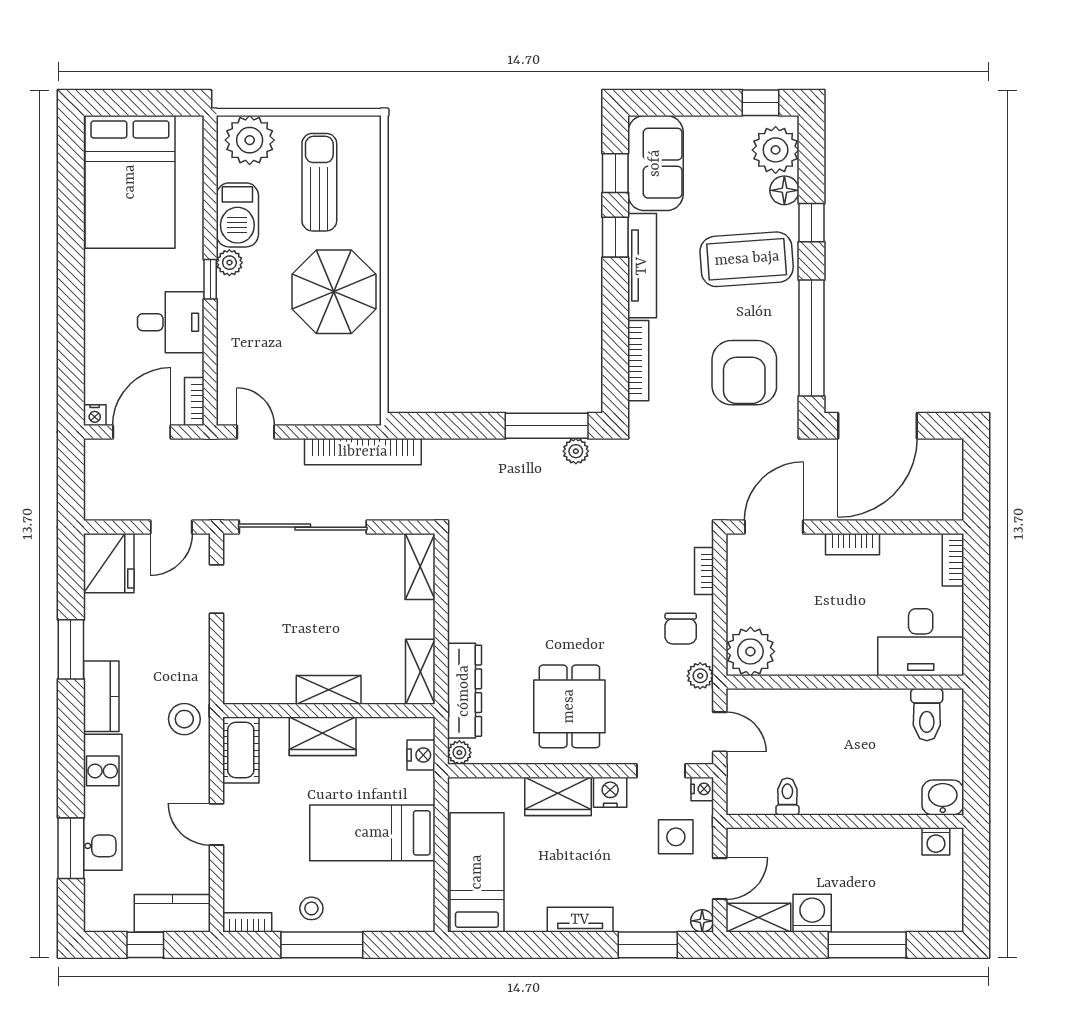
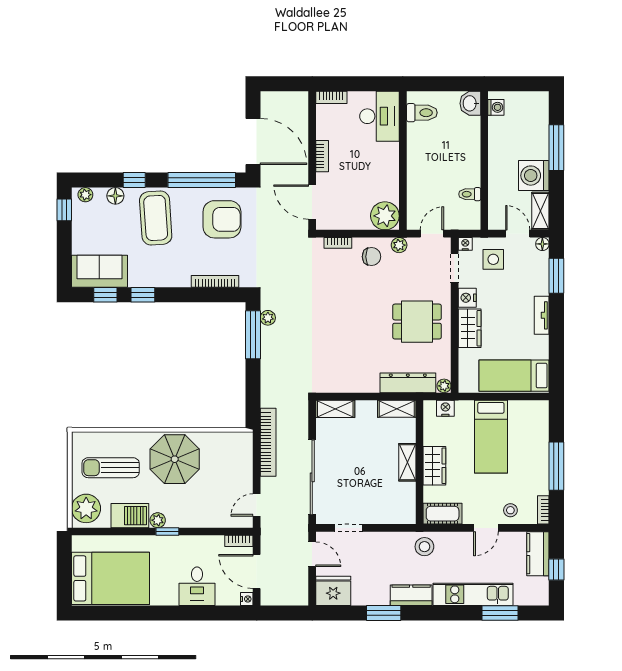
plant: (776, 150) -> (85, 195), width x0.53, depth x0.53
tv unit: (642, 266) -> (159, 279), removed
desk: (171, 322) -> (197, 586), moved, turned 180
stool: (311, 908) -> (510, 510), moved
washing machine: (812, 913) -> (534, 176), width x1.37, depth x1.37

